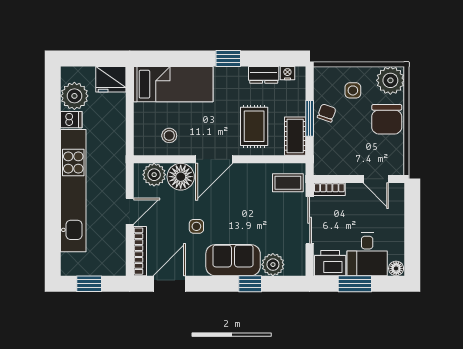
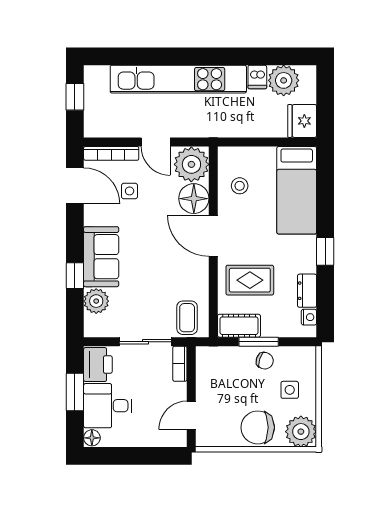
plant: (154, 175) -> (191, 164), width x1.36, depth x1.36
side table: (196, 226) -> (130, 191), moved

